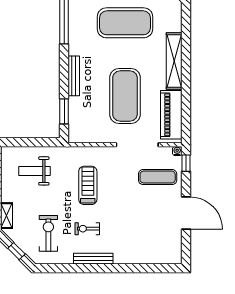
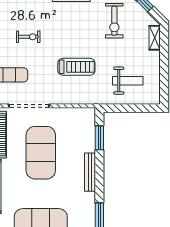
treadmill: (88, 185) -> (76, 67), turned -90
exercise bike: (87, 229) -> (28, 37), moved

